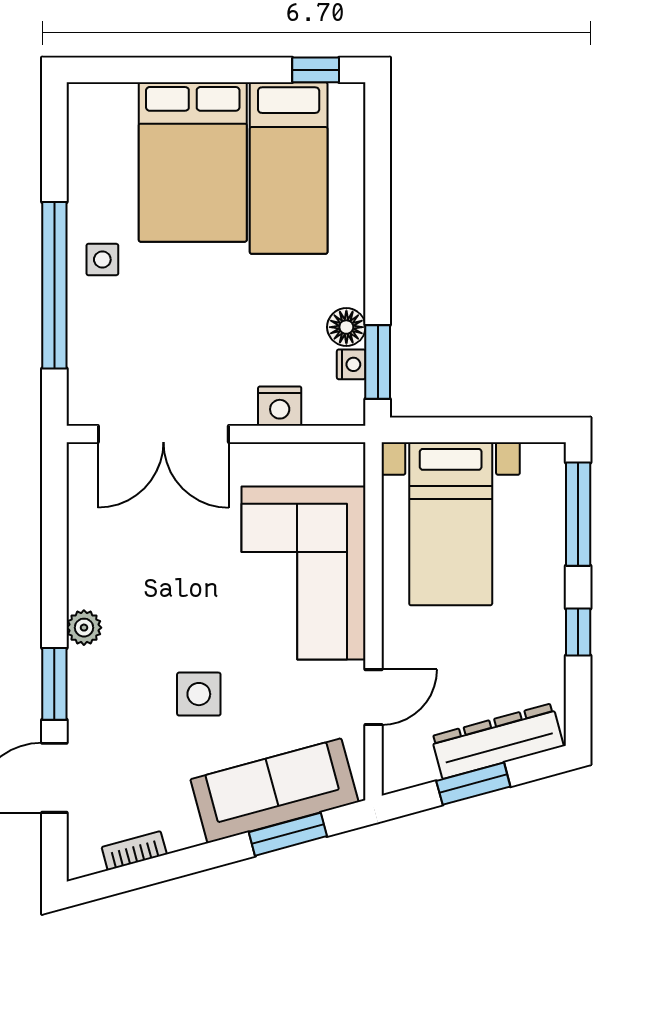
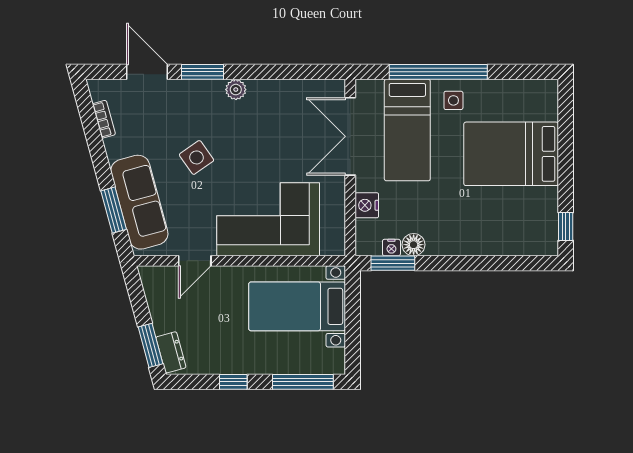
bed: (289, 168) -> (407, 130), moved, turned -90
side table: (199, 694) -> (196, 157), turned -35
door: (374, 697) -> (195, 261), hinge flipped
dresser: (497, 741) -> (171, 352), width x0.51, depth x0.80
window: (473, 784) -> (150, 345), moved

